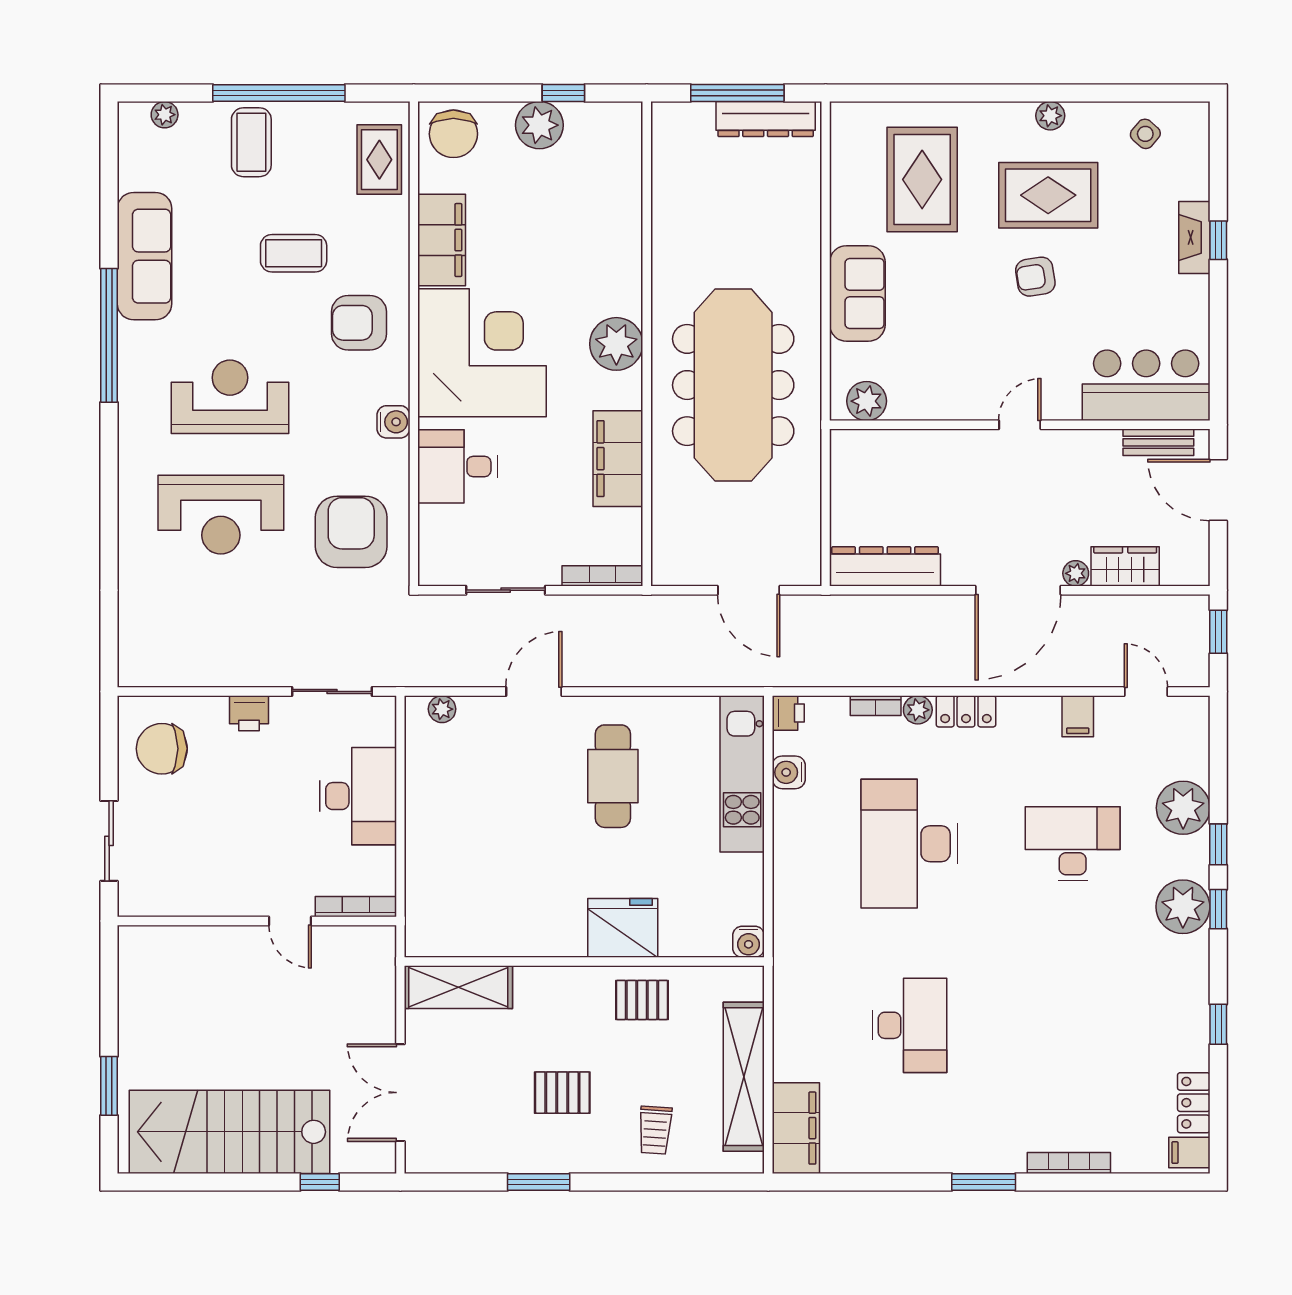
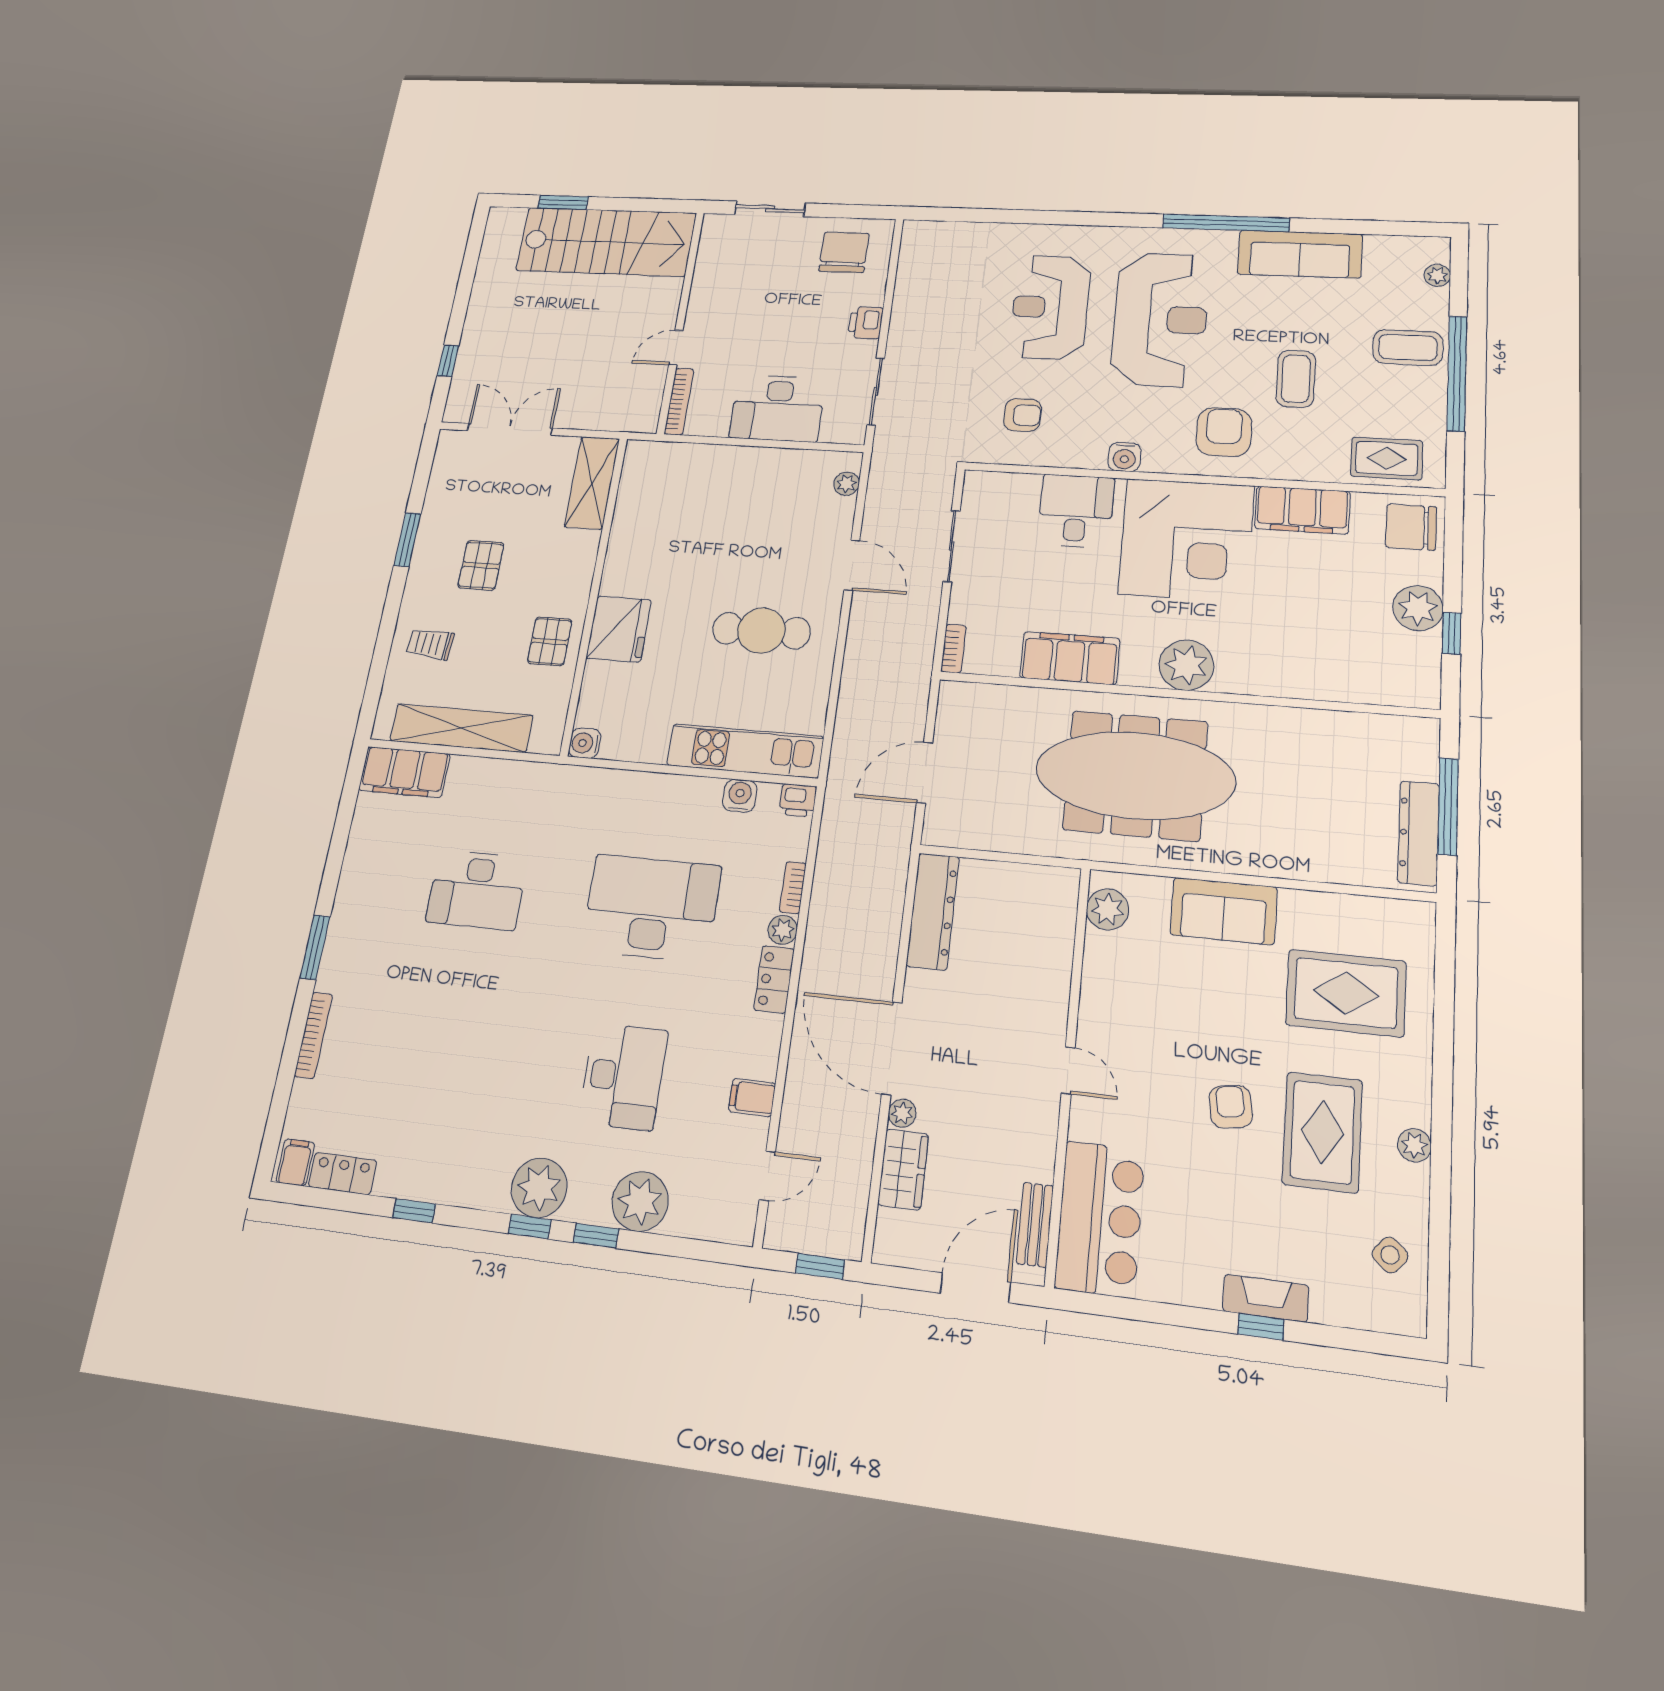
reception desk: (230, 397) -> (1160, 319), width x1.36, depth x1.30
armchair: (351, 532) -> (1022, 415), width x0.53, depth x0.53
bookcase: (602, 576) -> (954, 649), width x0.64
stairs: (230, 1132) -> (606, 242), moved, turned 90

